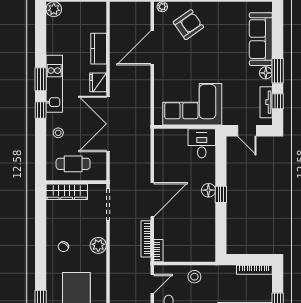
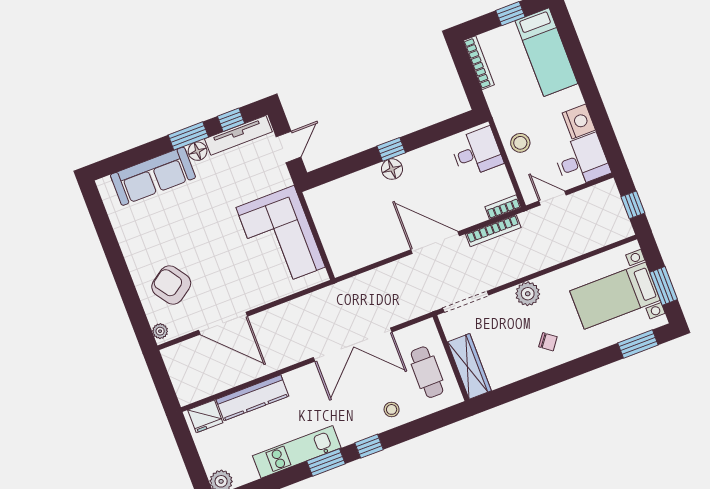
kitchen counter: (99, 49) -> (252, 398), width x1.50
fridge: (98, 82) -> (205, 416), moved
kitchen unit: (54, 84) -> (297, 452), moved
tv unit: (266, 102) -> (238, 135), width x1.41
desk: (202, 143) -> (477, 152), moved, turned 180

